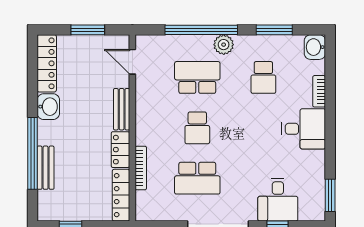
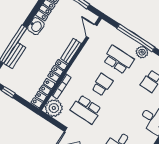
school desk: (197, 128) -> (102, 85), turned 180
plant: (150, 206) -> (54, 108), added

